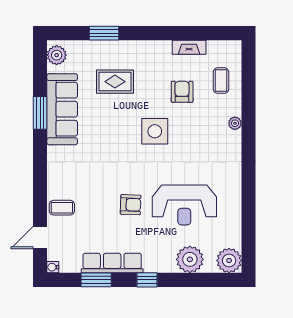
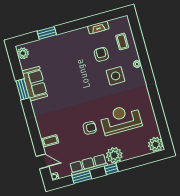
rug: (115, 82) -> (61, 59), removed
sofa: (62, 109) -> (35, 84), width x0.73
side table: (155, 131) -> (116, 76), moved
reception desk: (184, 205) -> (121, 119), turned 180
door: (40, 237) -> (43, 161), swing flipped
plant: (190, 259) -> (114, 155), moved

